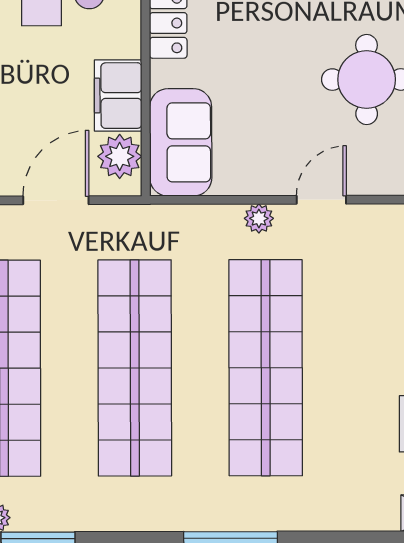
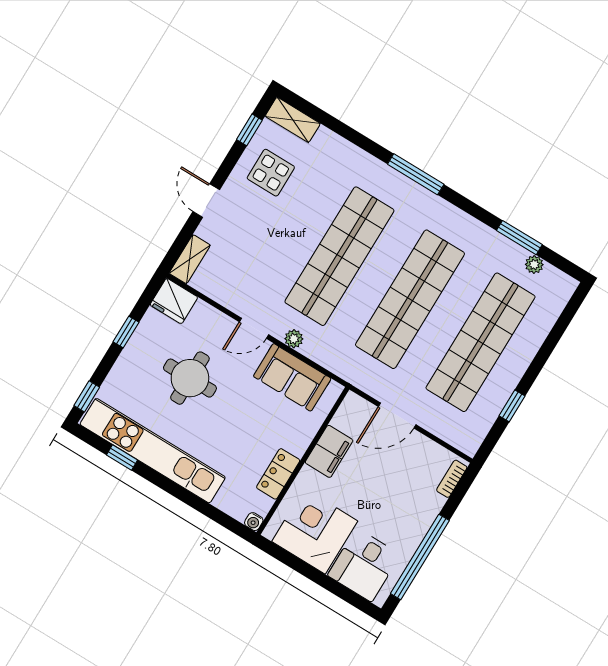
sofa: (181, 142) -> (292, 377), moved, turned -90
plant: (120, 156) -> (348, 418), removed

